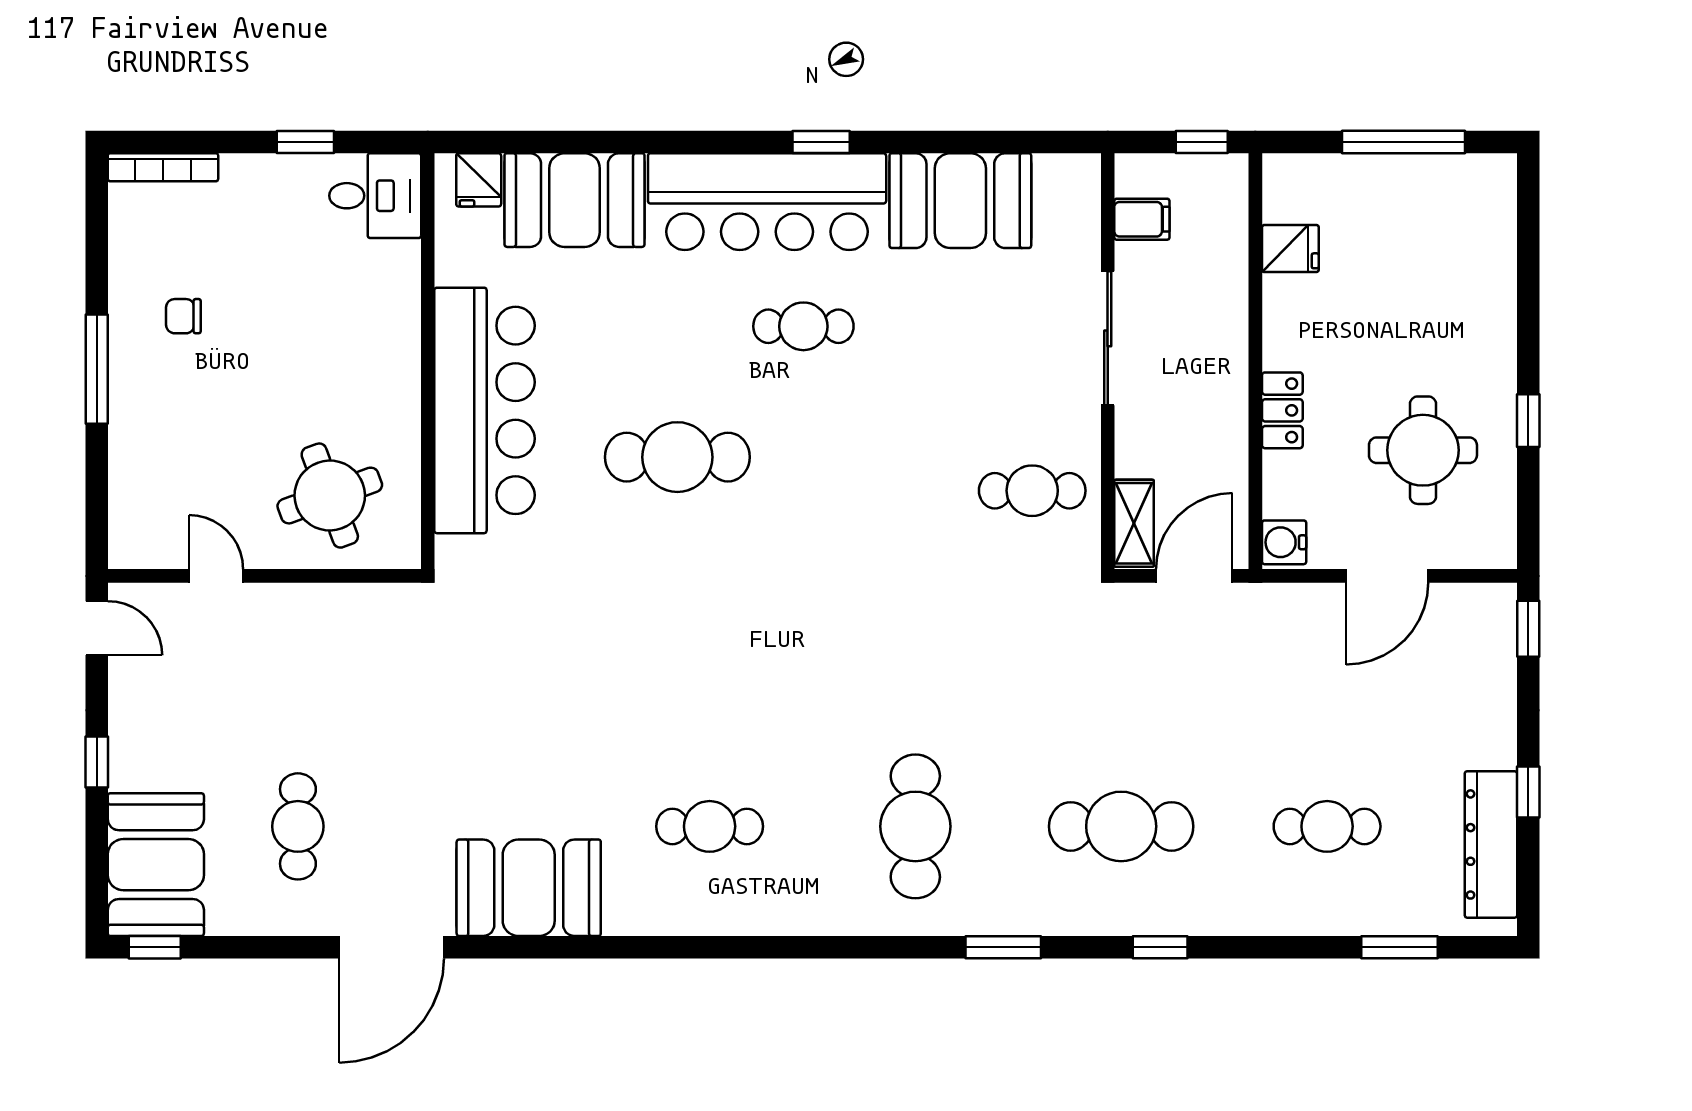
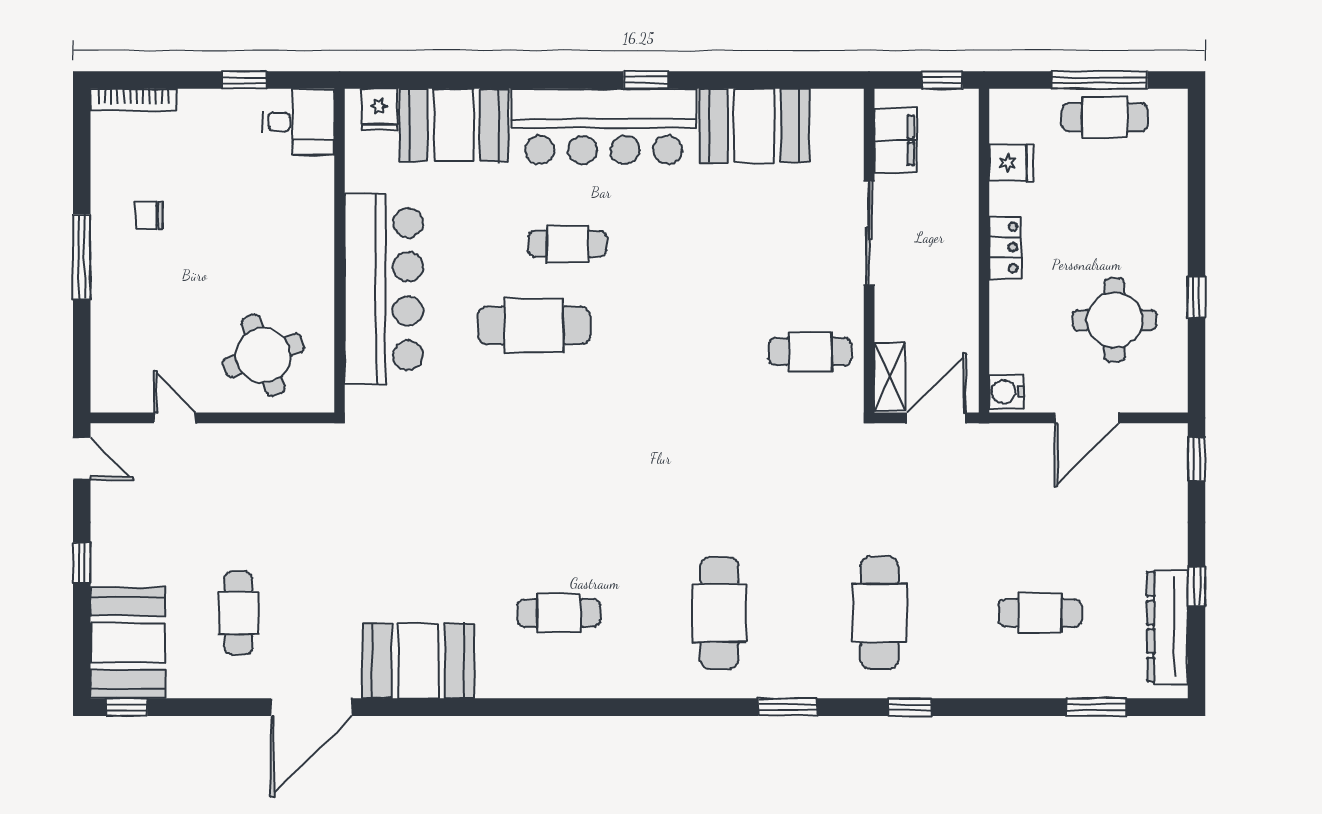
cafe table: (1410, 190) -> (1105, 117), added
filing cabinet: (1142, 219) -> (896, 140), width x2.00
cafe table: (803, 326) -> (567, 244), moved
locker: (1282, 410) -> (1005, 247), moved
cafe table: (1121, 826) -> (880, 613), turned 90

